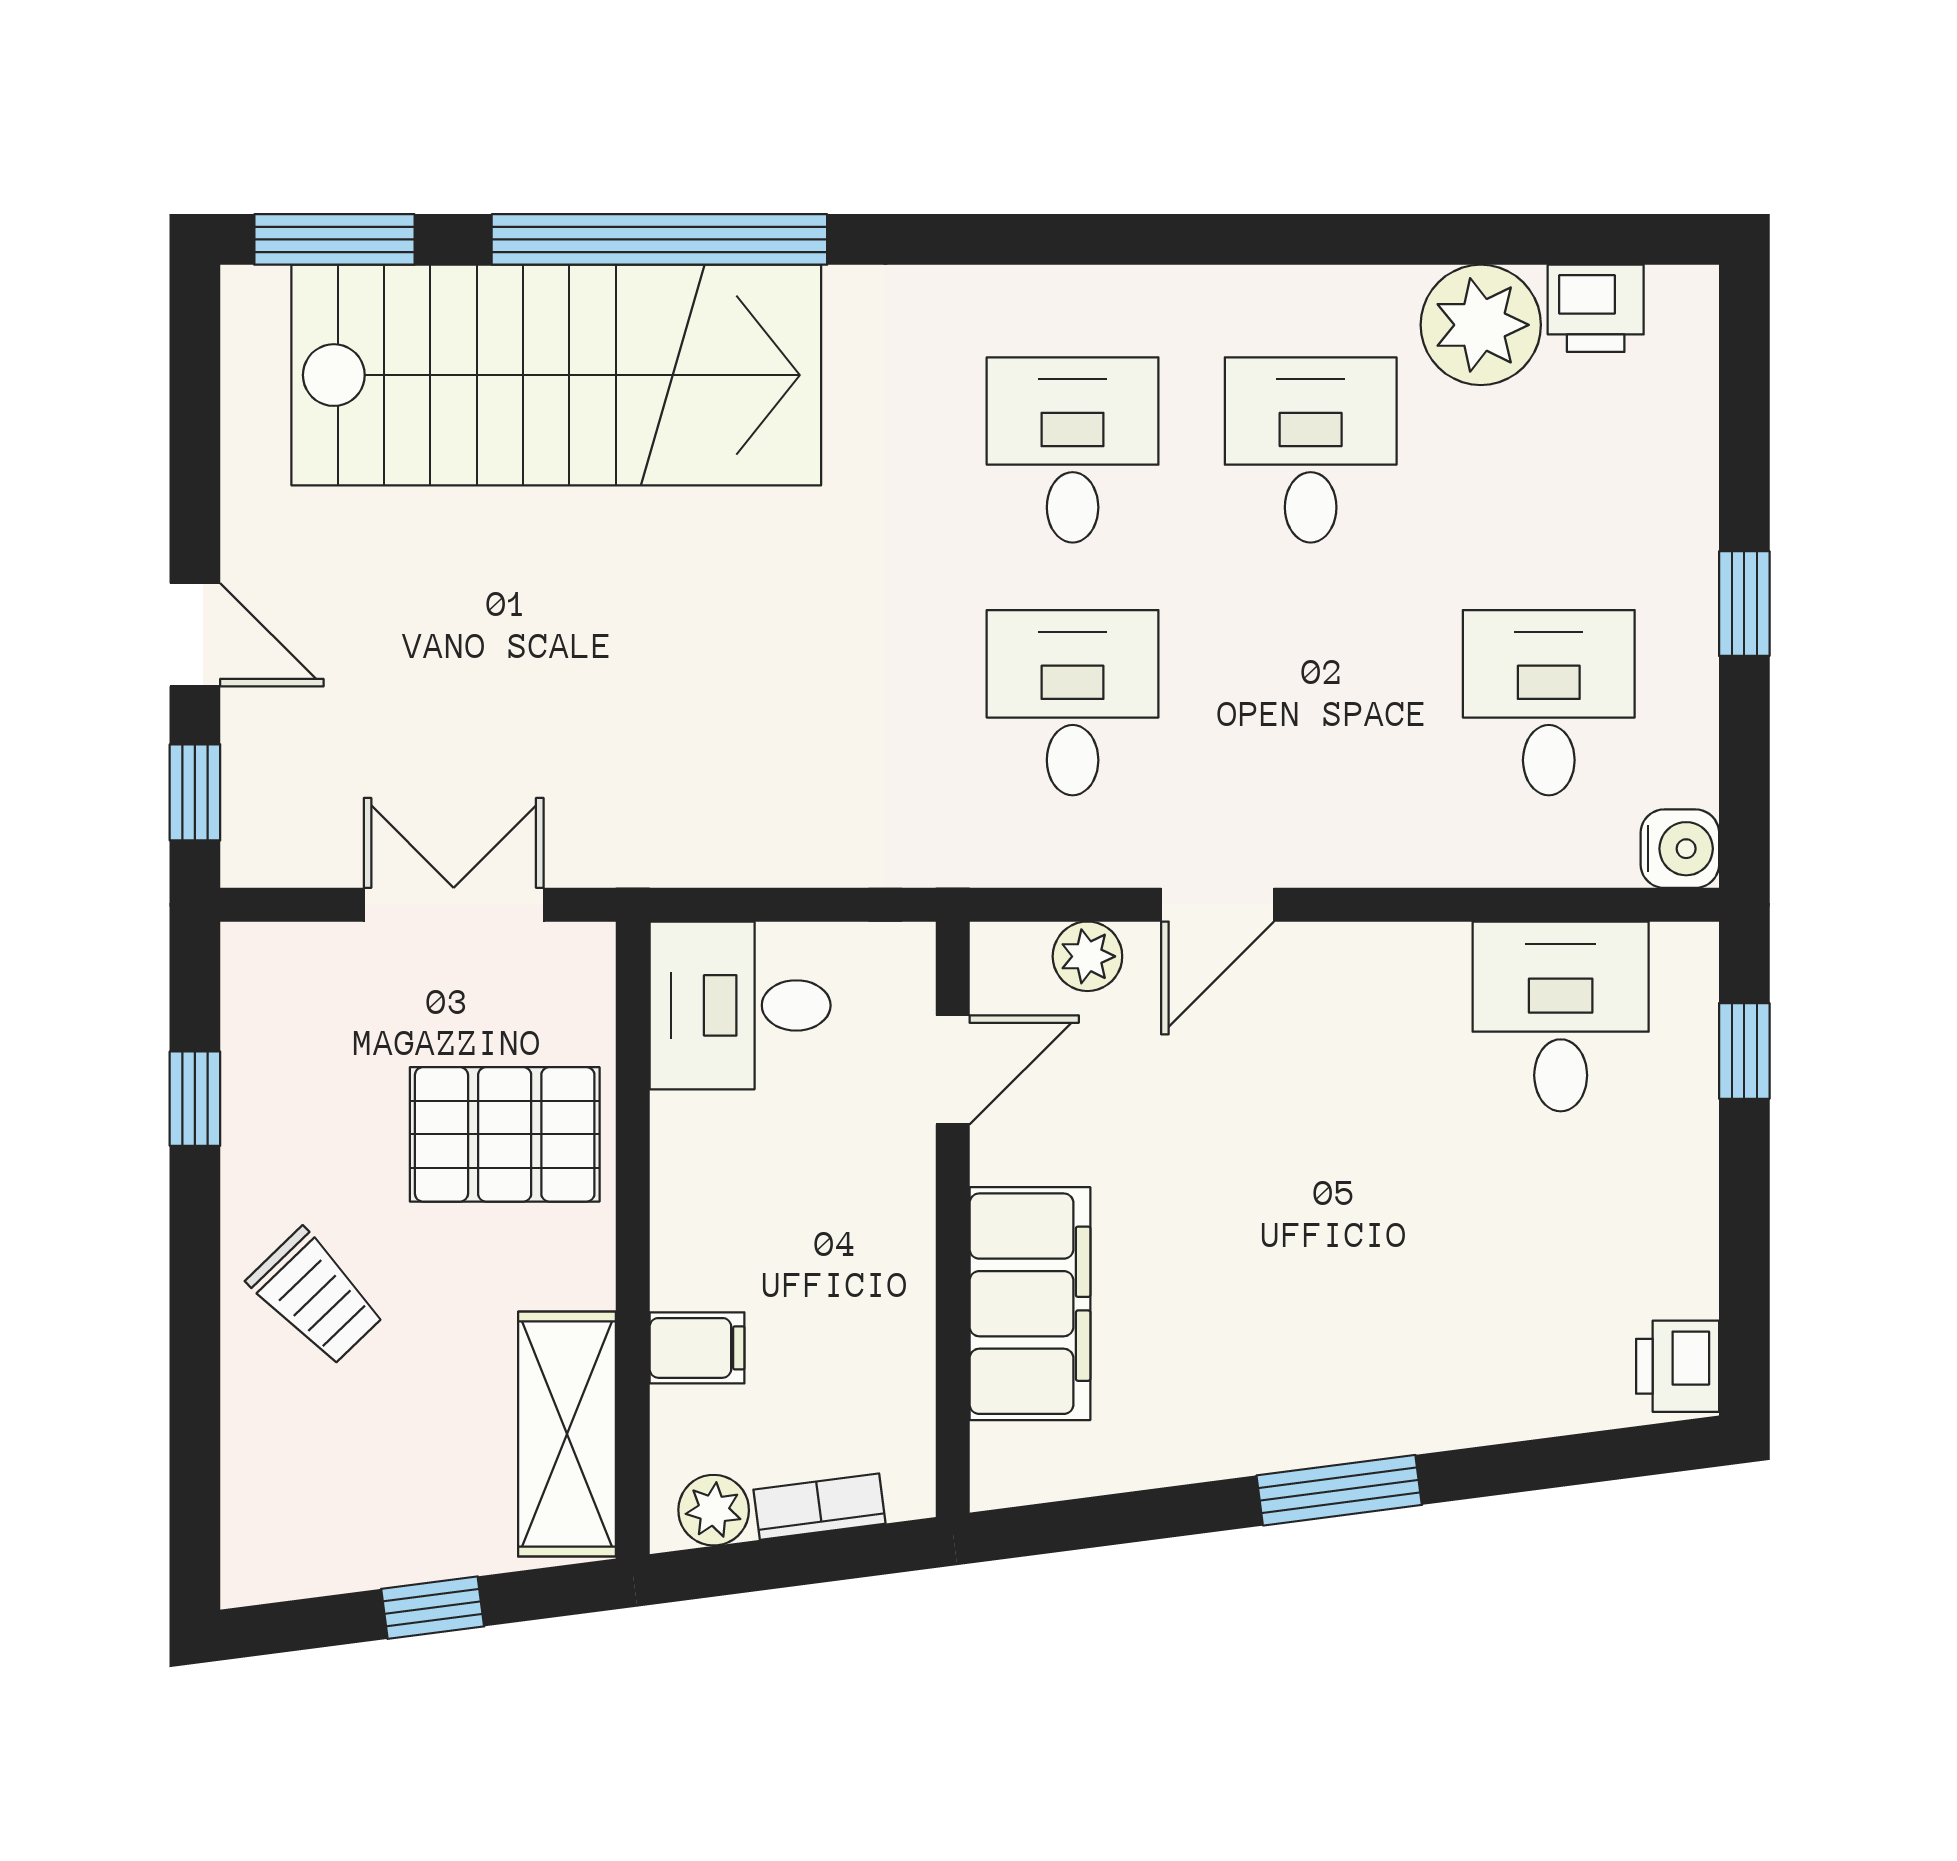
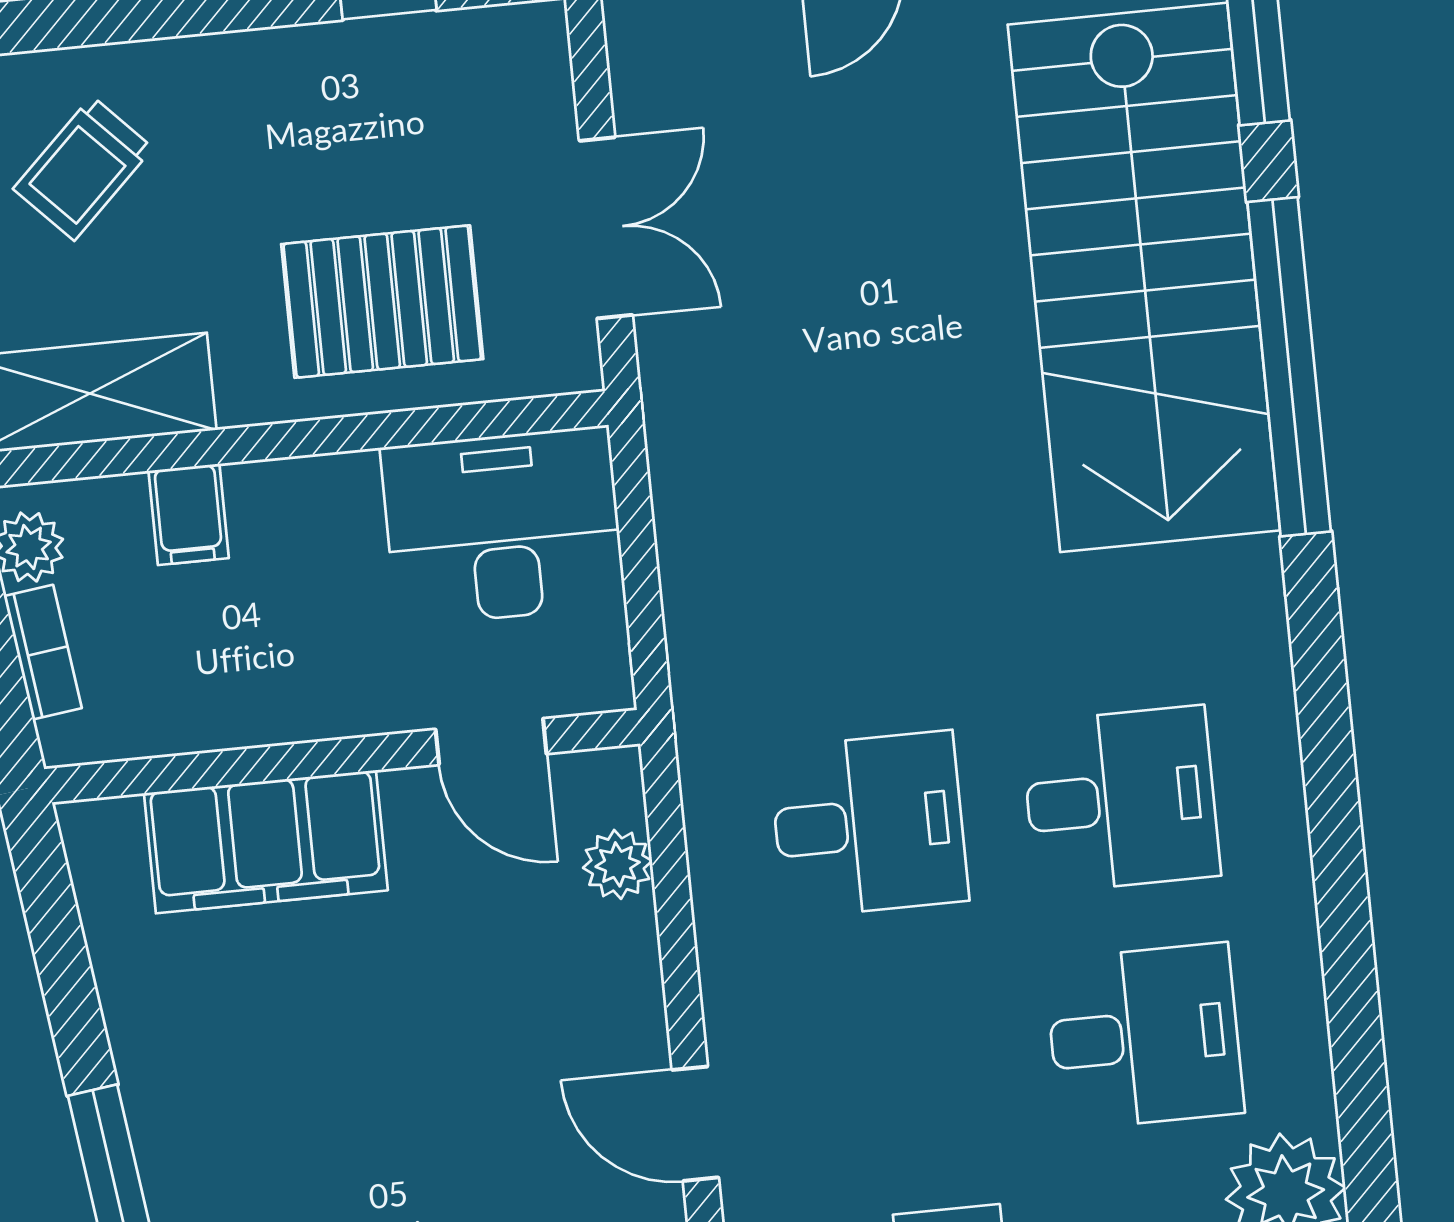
door: (1217, 905) -> (695, 1124), moved
desk: (740, 1005) -> (503, 526), width x1.37
pallet: (505, 1134) -> (382, 302), turned 90
trolley: (316, 1297) -> (83, 168), moved

